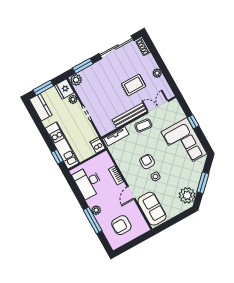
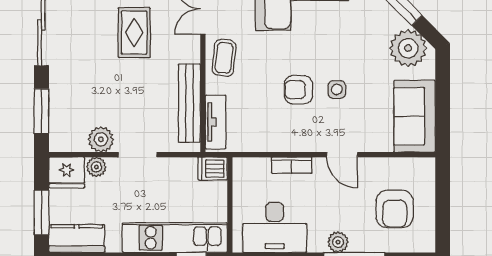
plant: (76, 80) -> (101, 139), moved
bench: (130, 115) -> (189, 103), moved
sofa: (152, 209) -> (415, 116), moved, turned -90

